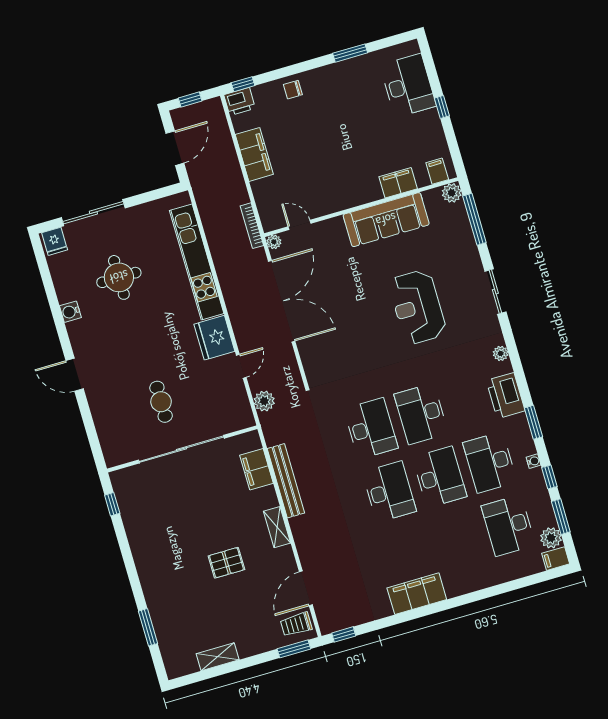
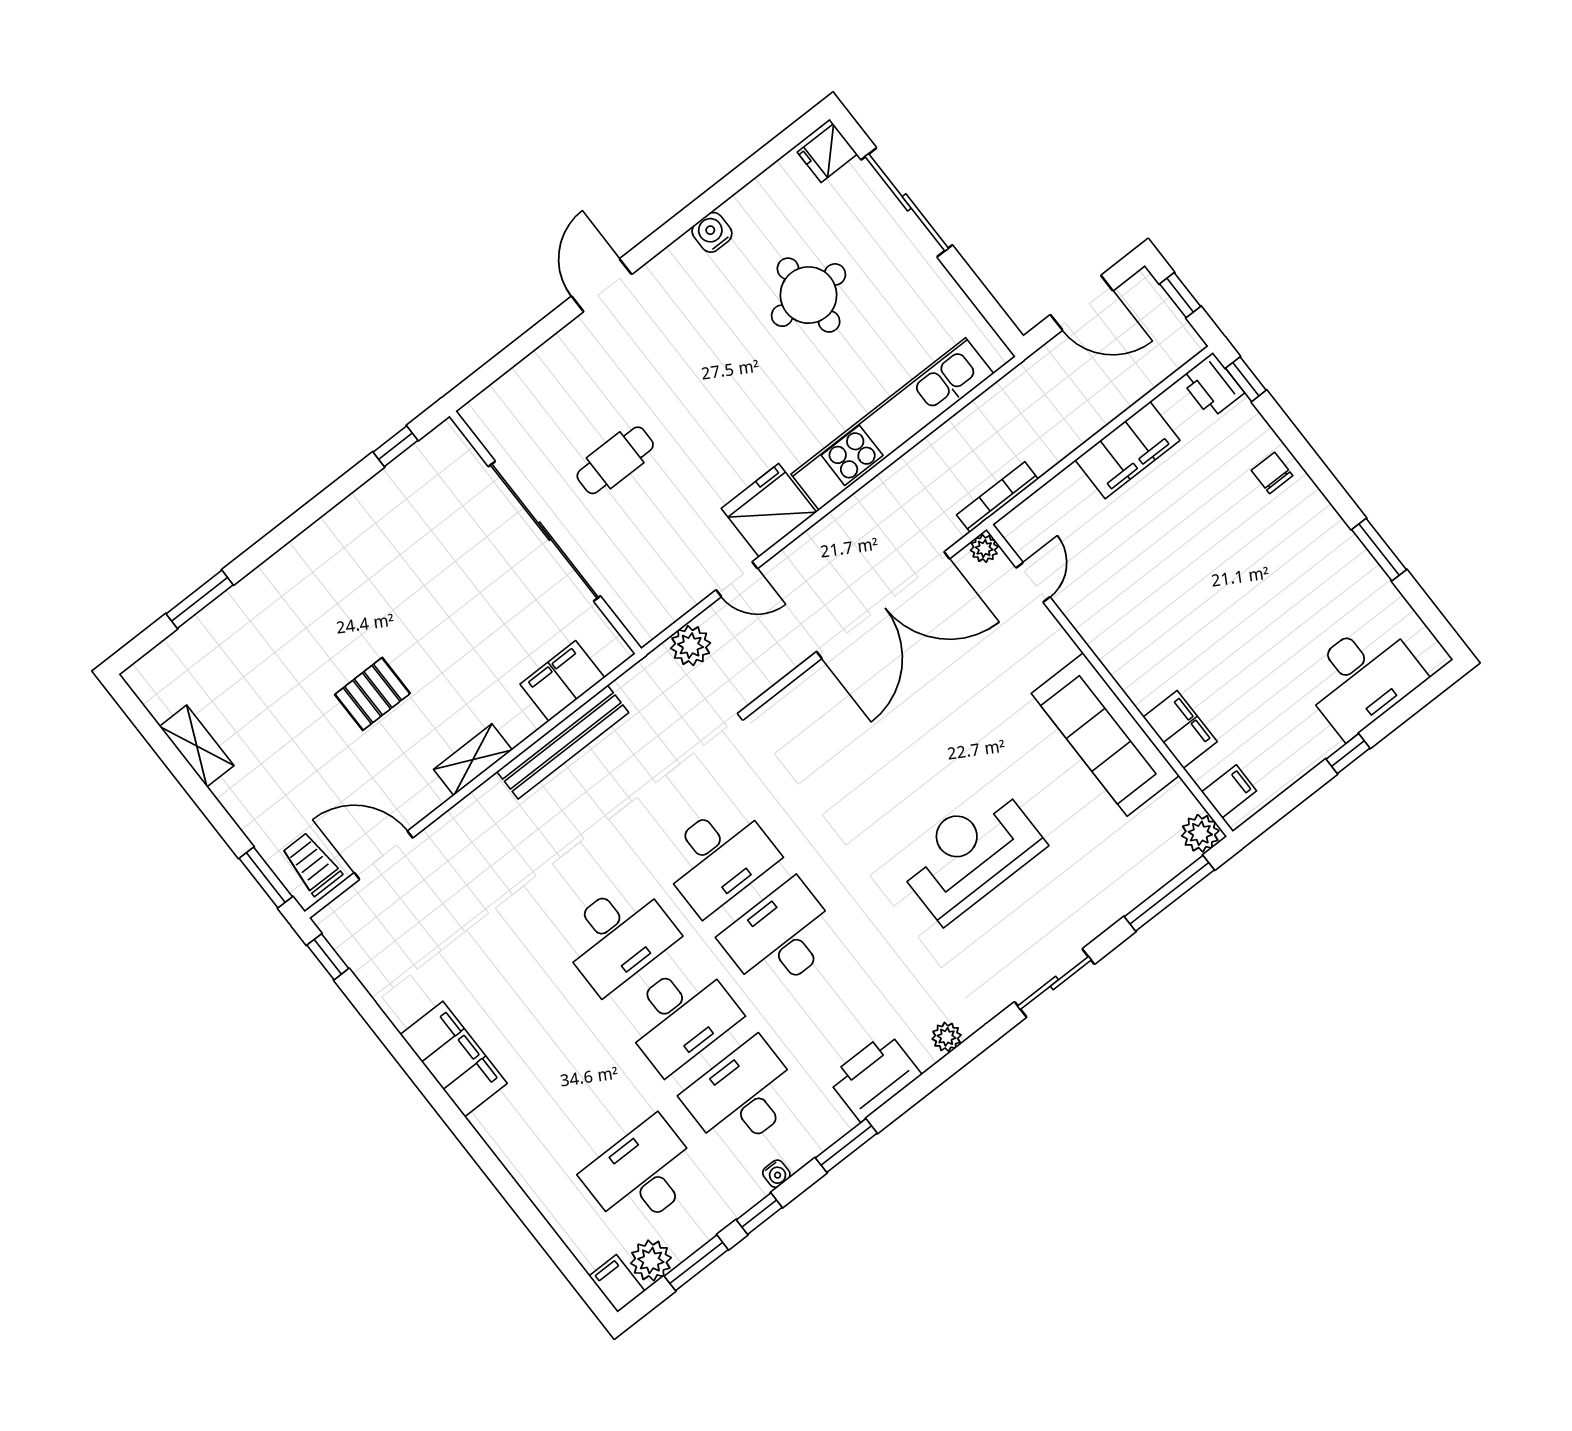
pallet: (226, 563) -> (372, 694), turned 90

